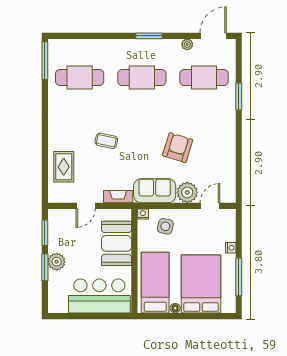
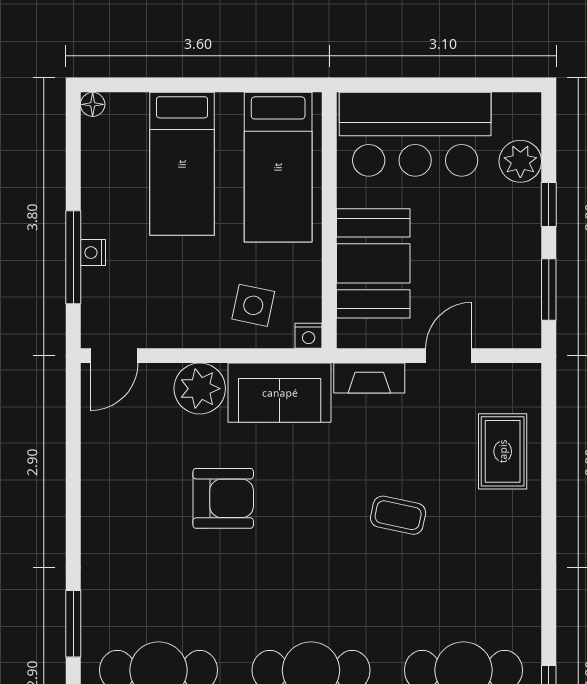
armchair: (178, 148) -> (223, 498), turned -107
door: (210, 206) -> (114, 356), moved
plant: (57, 262) -> (520, 161), moved
window: (45, 267) -> (549, 205), width x0.67
window: (239, 277) -> (73, 257), moved
bed: (201, 284) -> (182, 164), width x0.67
floor lamp: (175, 308) -> (93, 104), moved

